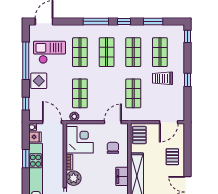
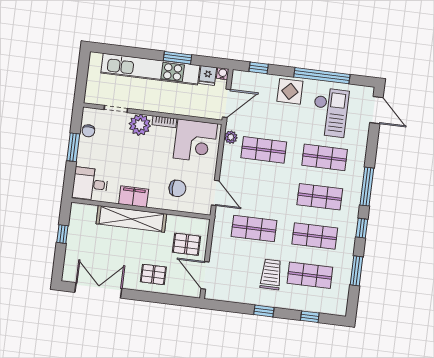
window: (188, 36) -> (310, 317), moved
pallet: (139, 135) -> (186, 244), moved

